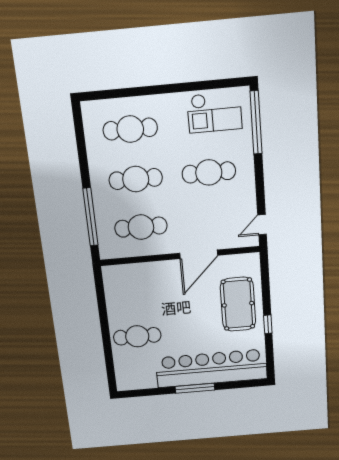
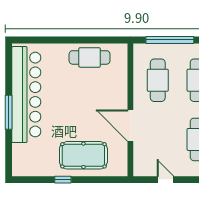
door: (262, 225) -> (165, 180), moved
cafe table: (137, 336) -> (90, 57), moved, turned 90
bar counter: (211, 368) -> (26, 95), moved

